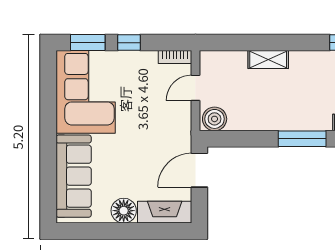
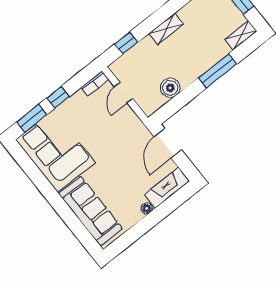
window: (236, 43) -> (126, 43), added
shelving: (268, 59) -> (166, 29), moved
boiler: (215, 119) -> (170, 88), moved
floor lamp: (124, 211) -> (147, 208), width x0.53, depth x0.53

